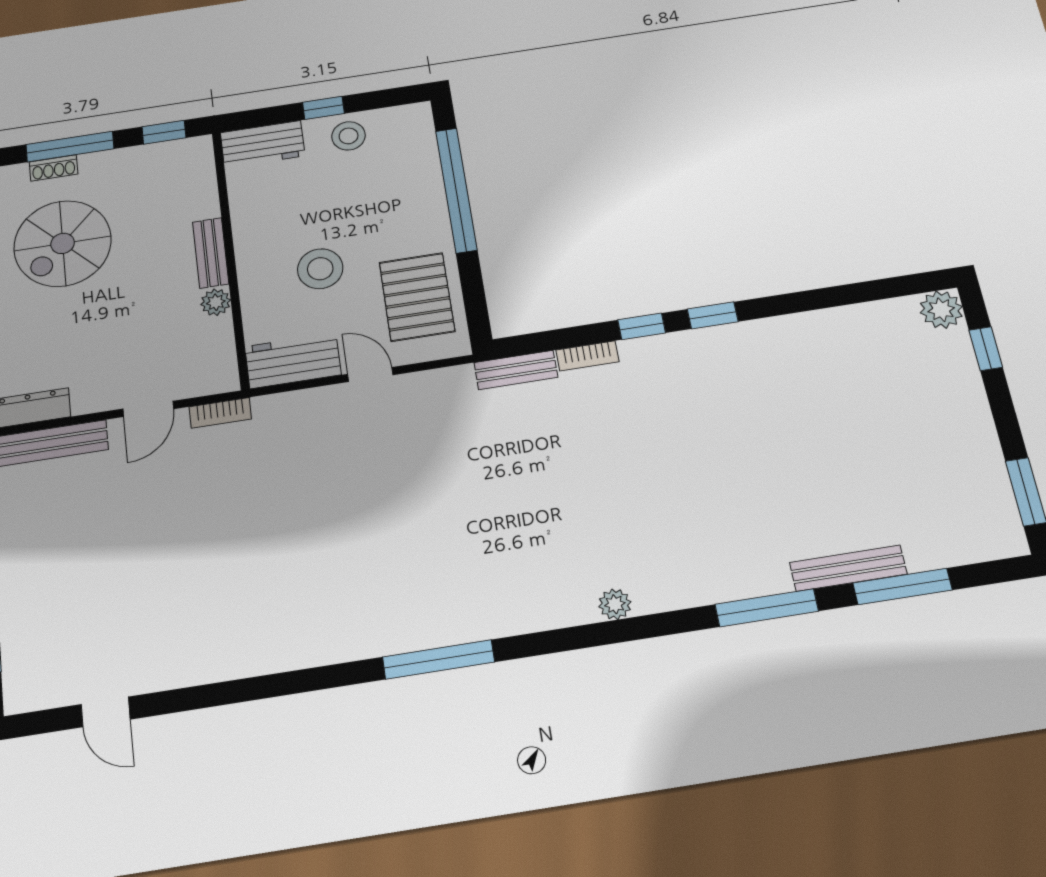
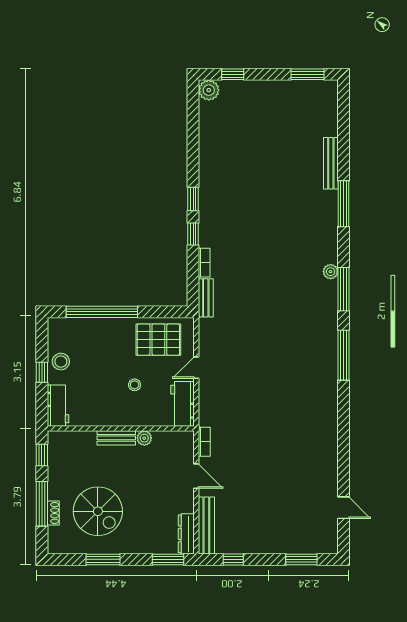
stool: (320, 269) -> (135, 385), width x0.53, depth x0.53
window: (903, 586) -> (343, 289), moved
door: (106, 712) -> (343, 508), hinge flipped

